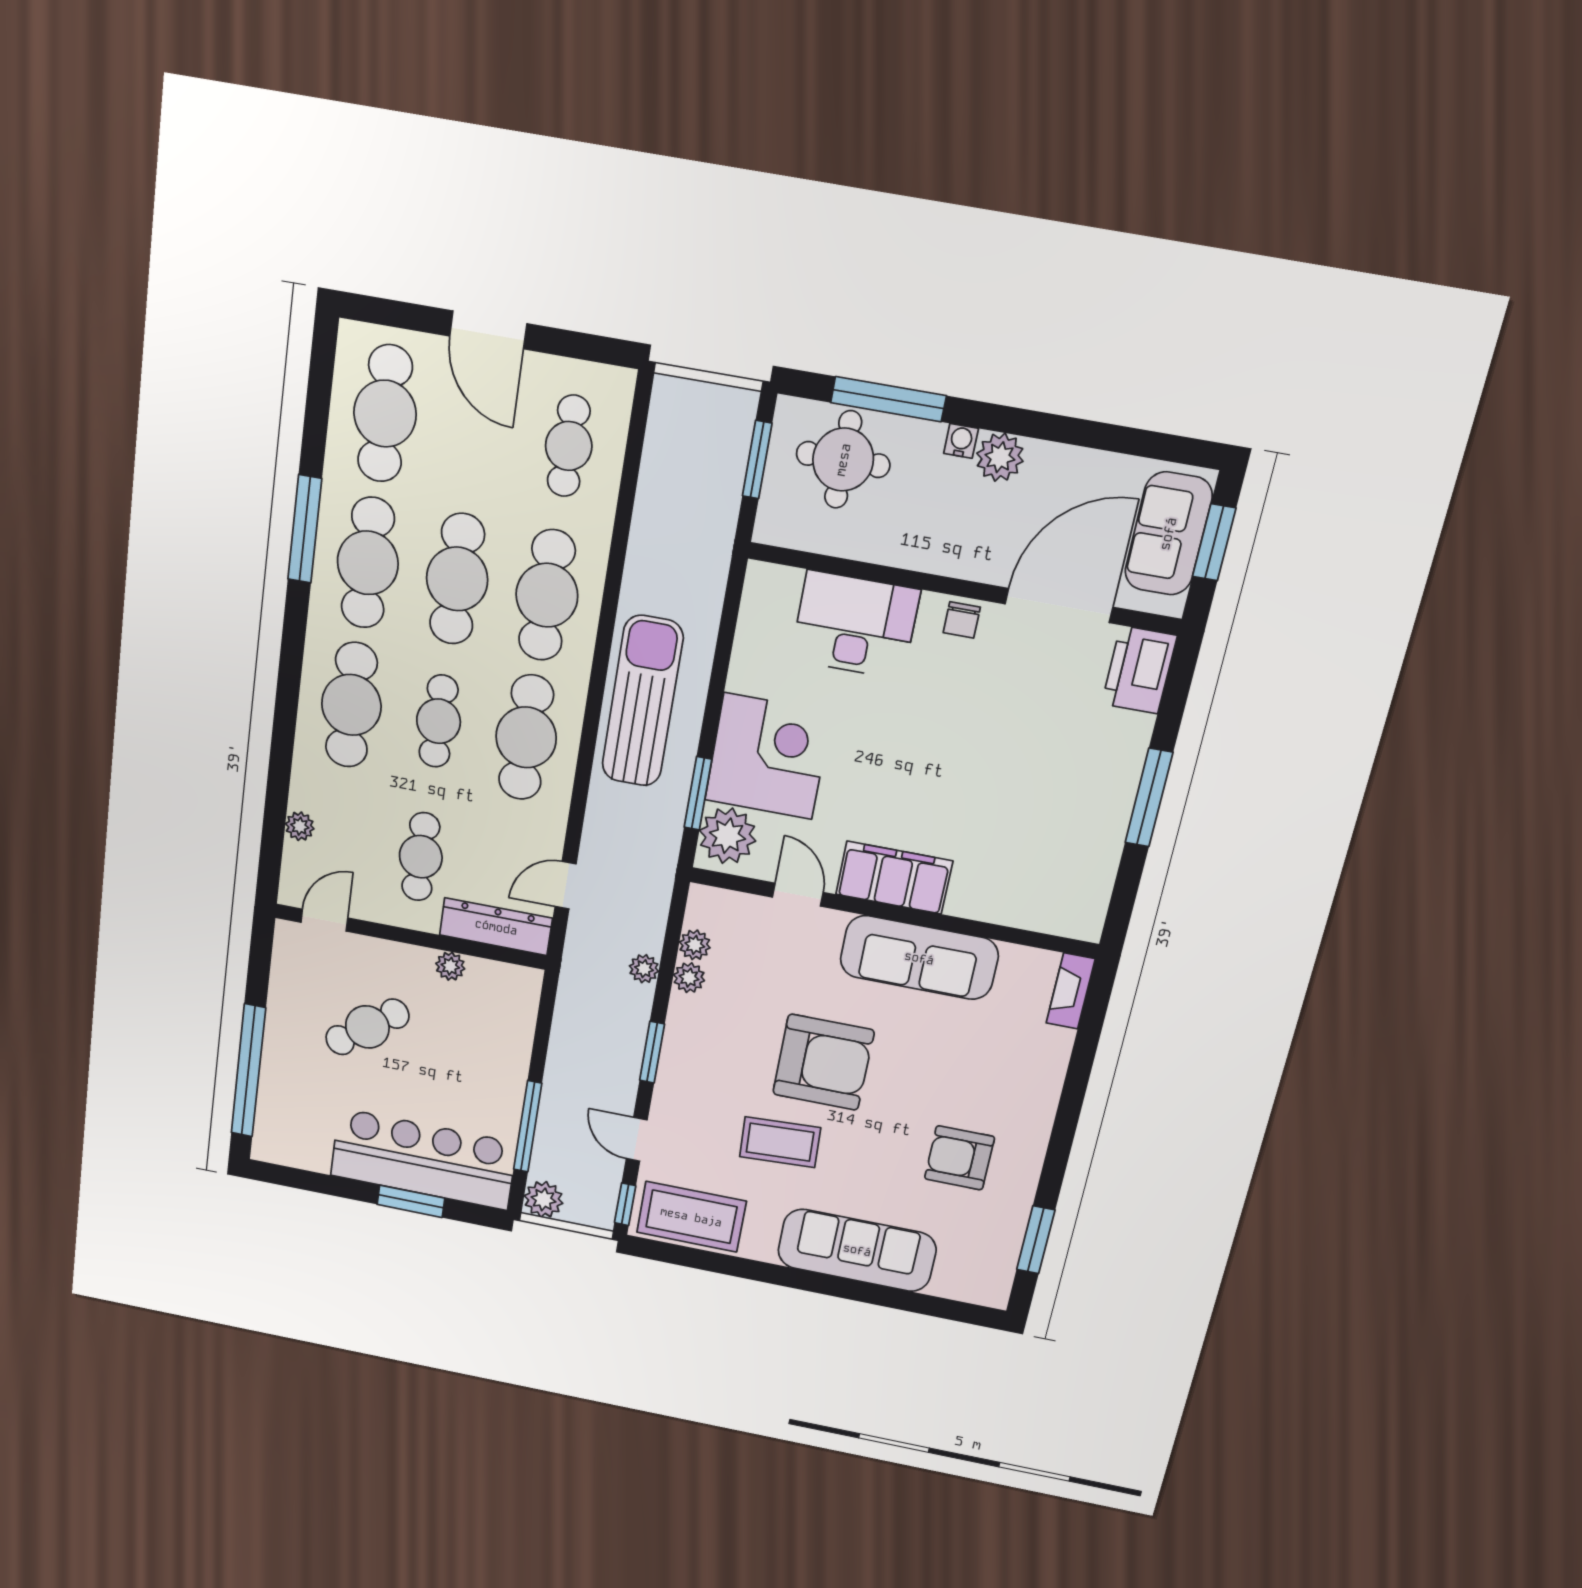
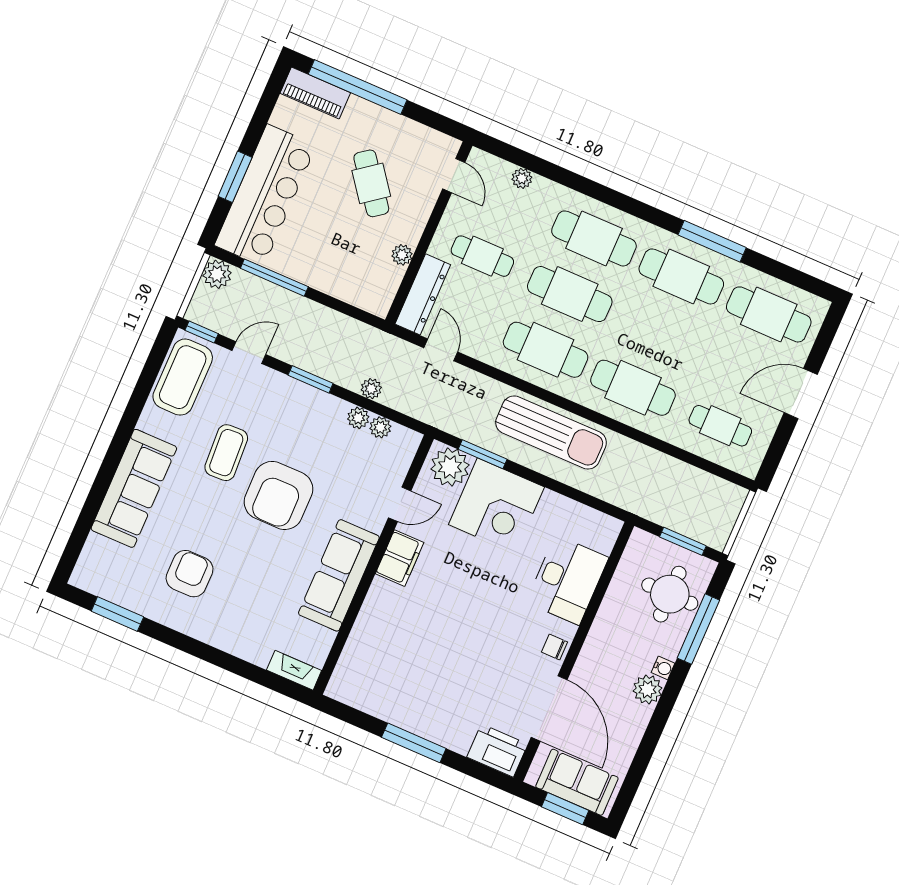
cafe table: (457, 579) -> (657, 332), removed
cafe table: (439, 721) -> (570, 294), width x1.37, depth x1.35
filing cabinet: (894, 878) -> (400, 558), width x0.67, depth x0.86
piano: (273, 1123) -> (315, 93), added

